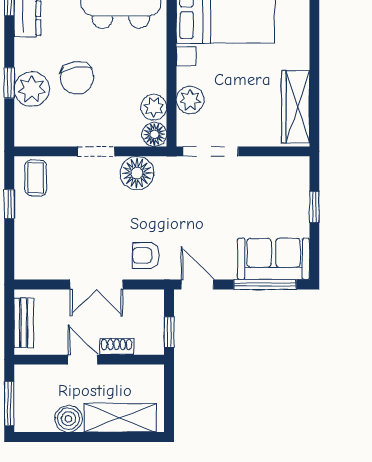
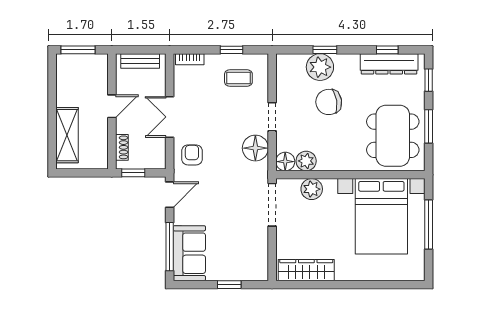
coffee table: (36, 178) -> (238, 78), moved
bookcase: (21, 258) -> (190, 59), added
shoe rack: (117, 347) -> (122, 147), moved
boiler: (68, 419) -> (66, 95), removed

